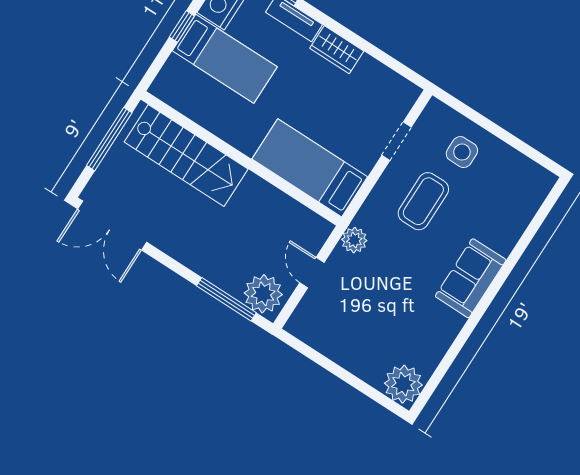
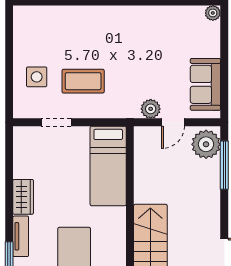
plant: (354, 240) -> (151, 109), moved
sofa: (471, 278) -> (205, 84), moved, turned 90
plant: (403, 384) -> (213, 13), width x0.53, depth x0.53

